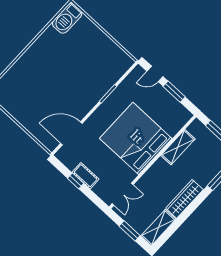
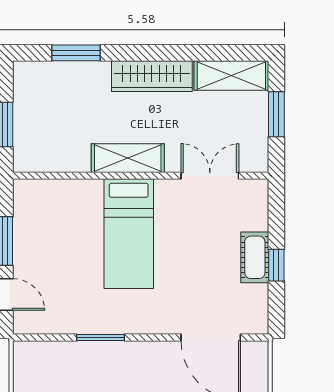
bed: (136, 138) -> (129, 234), width x0.49
shelving: (178, 147) -> (128, 158), moved
double door: (123, 194) -> (210, 176), moved

